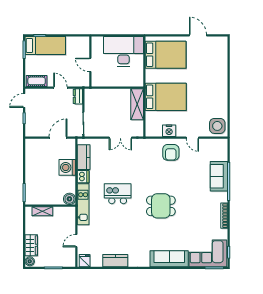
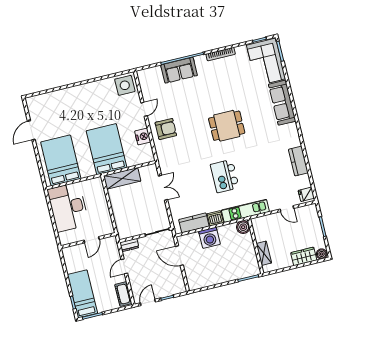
door: (24, 100) -> (148, 302), swing flipped
dining table: (161, 206) -> (227, 126), turned 90

